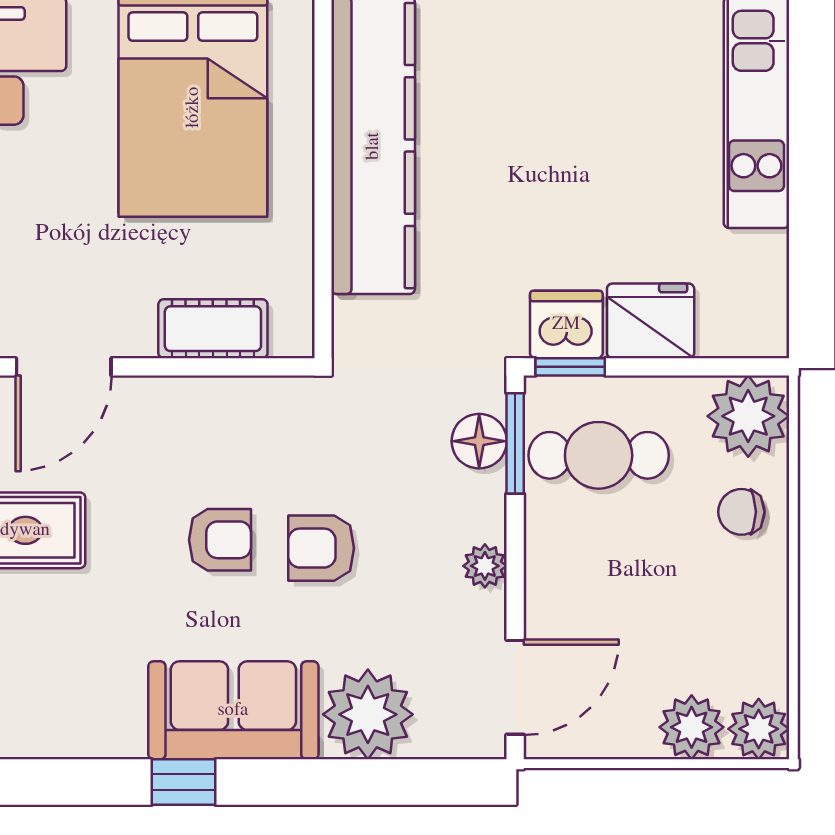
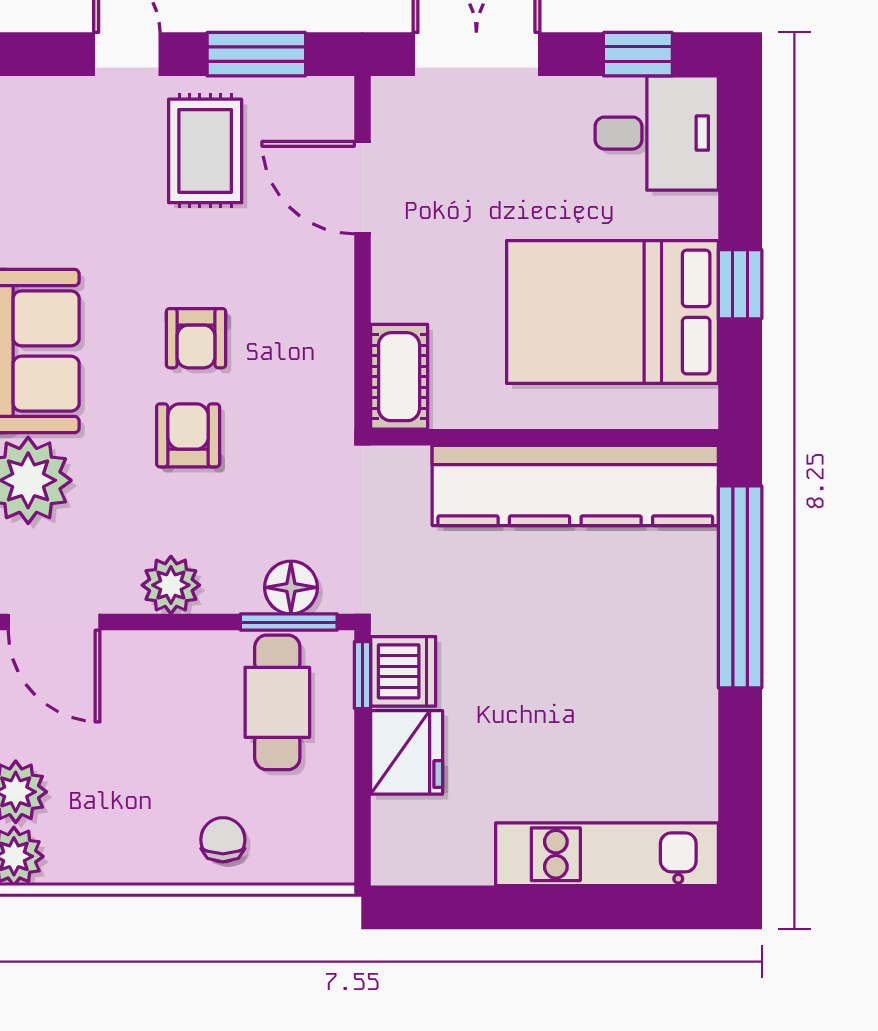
cot: (213, 329) -> (399, 377), moved
plant: (748, 416) -> (315, 846), removed
plant: (485, 566) -> (171, 585), width x1.38, depth x1.38

